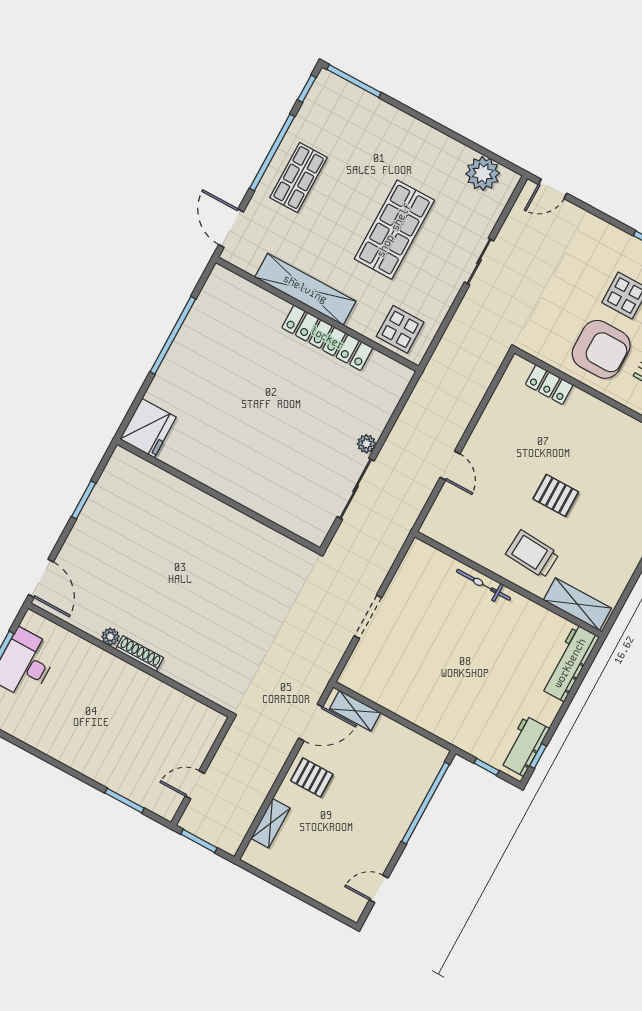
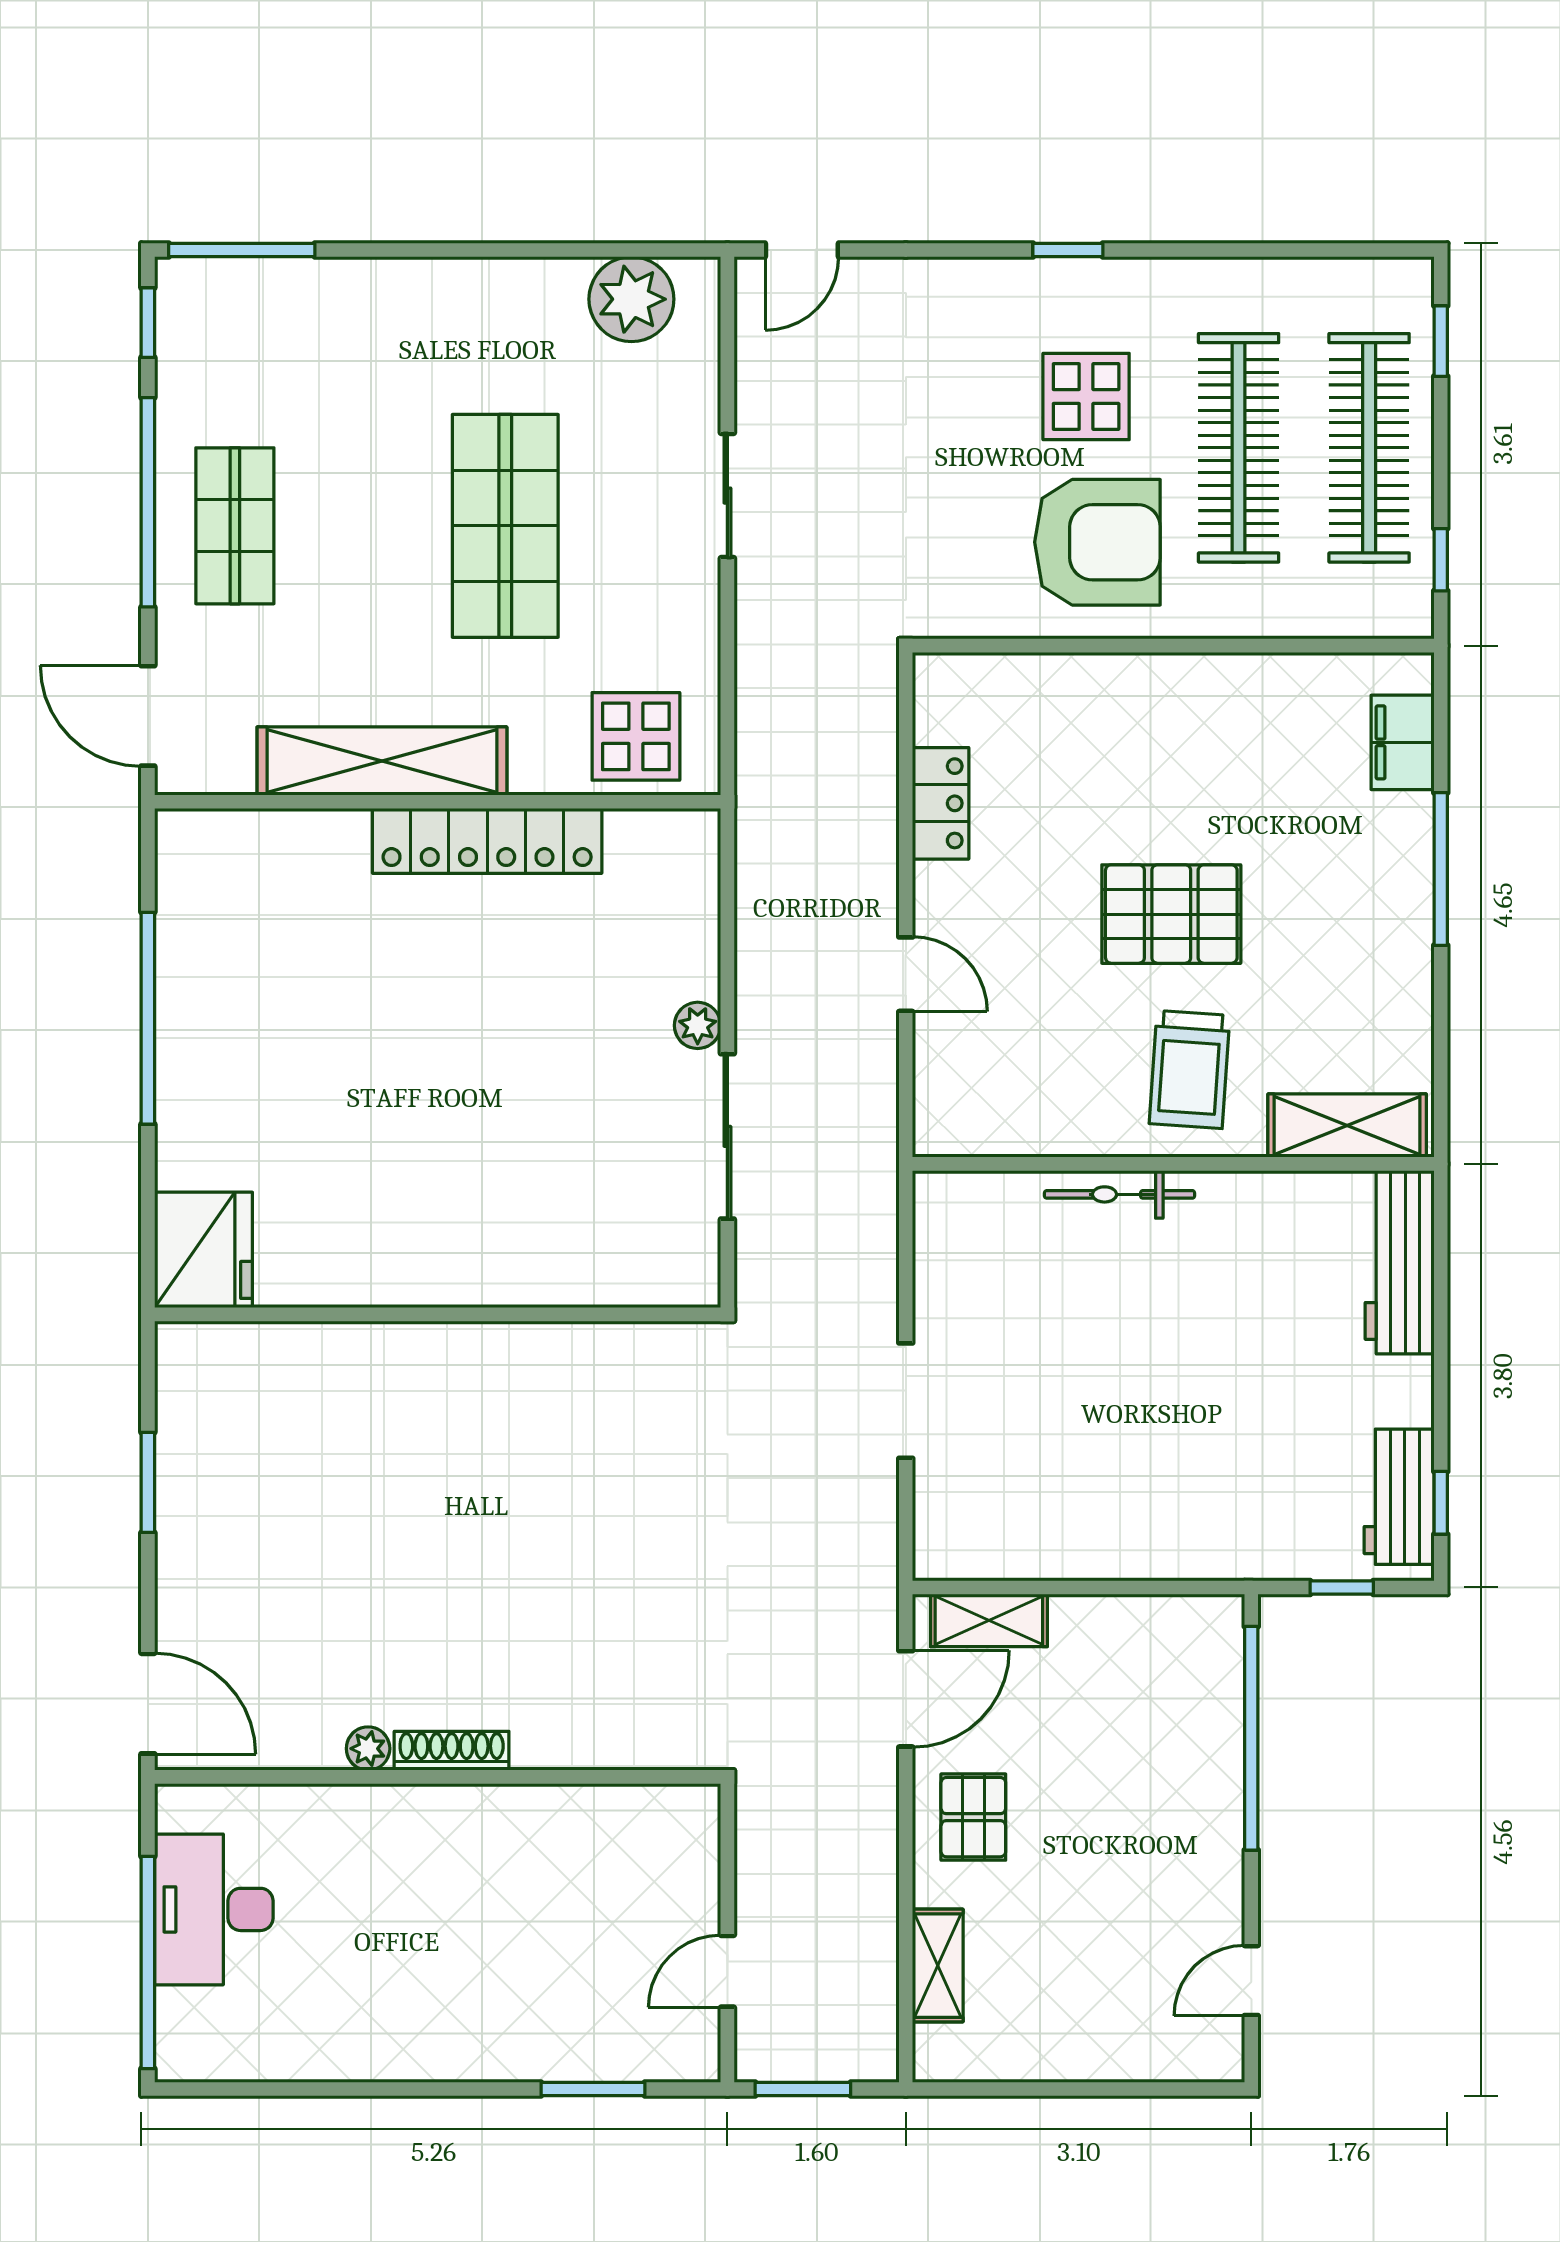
locker: (549, 385) -> (941, 803), moved, turned -90
pallet: (556, 495) -> (1171, 914), width x1.50, depth x1.42
trolley: (532, 554) -> (1190, 1070), turned -90
pallet: (312, 777) -> (973, 1817), turned 90

